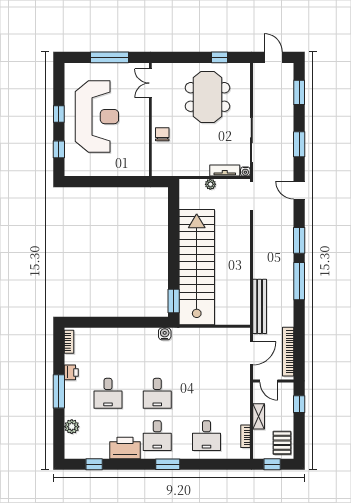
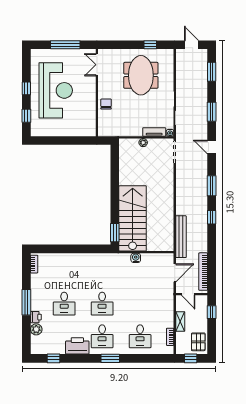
stairs: (197, 267) -> (133, 218), width x0.73
window: (299, 281) -> (212, 217), width x0.46
water cooler: (165, 334) -> (136, 258), moved
printer: (71, 372) -> (36, 317), moved

